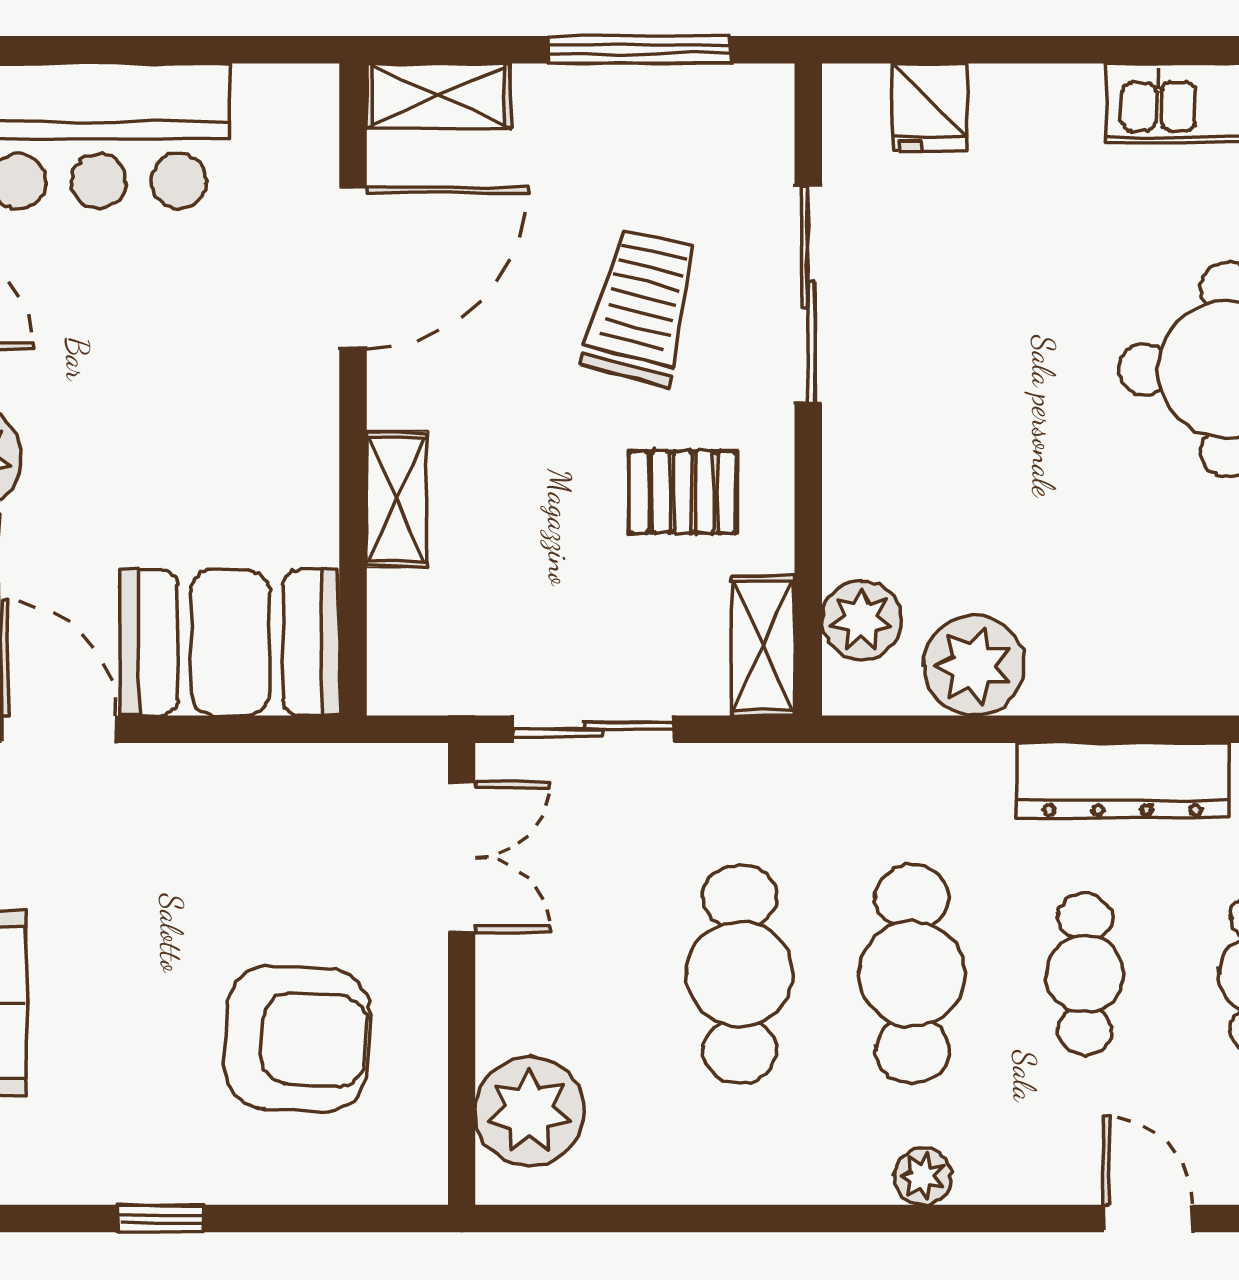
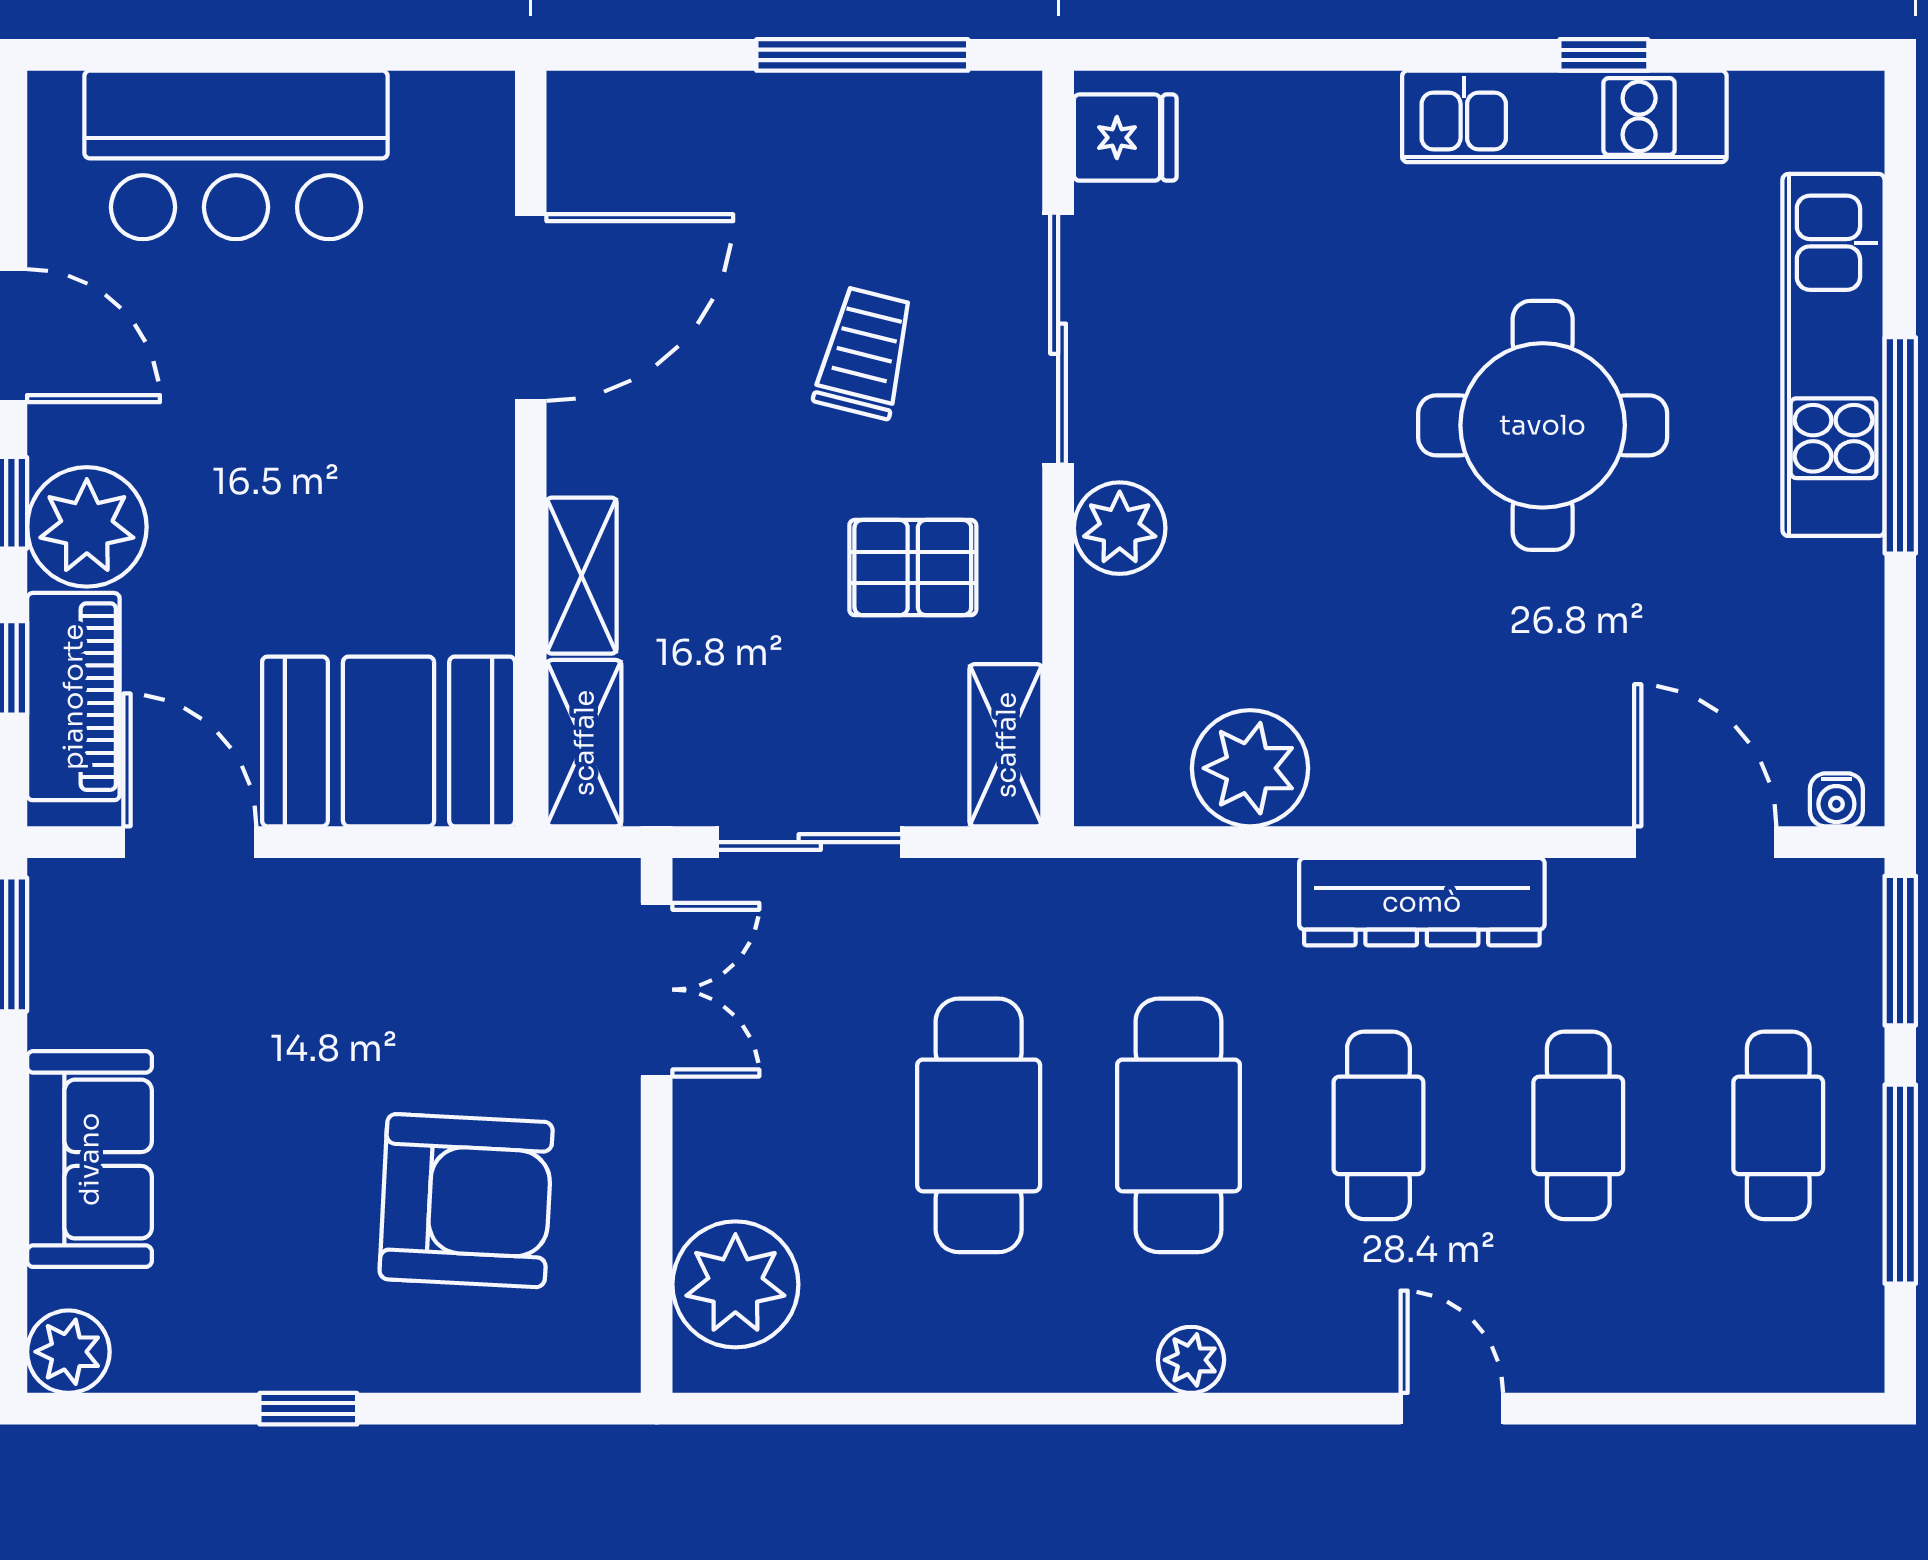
shelving: (438, 96) -> (584, 743), moved, turned 90
fridge: (929, 108) -> (1125, 138), moved, turned -90
trolley: (641, 307) -> (865, 353), width x0.73, depth x0.72
plant: (861, 620) -> (1120, 528), moved

